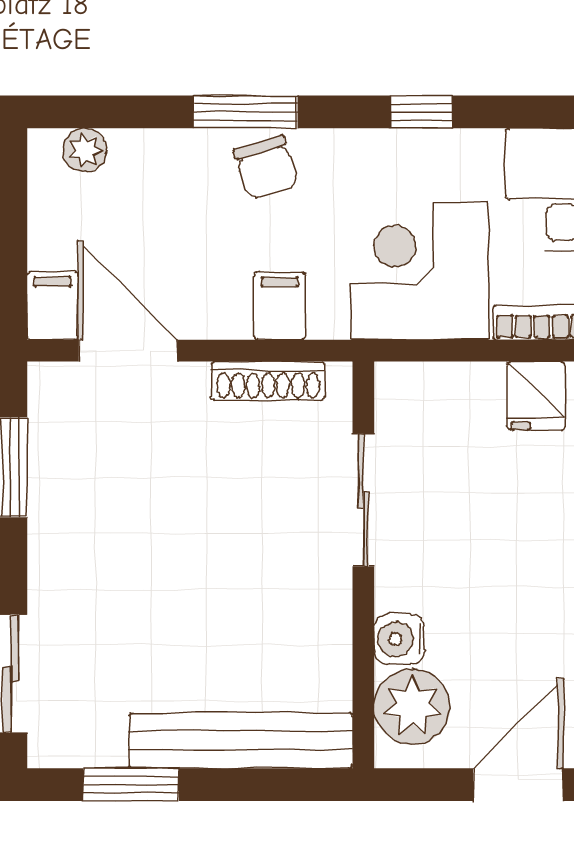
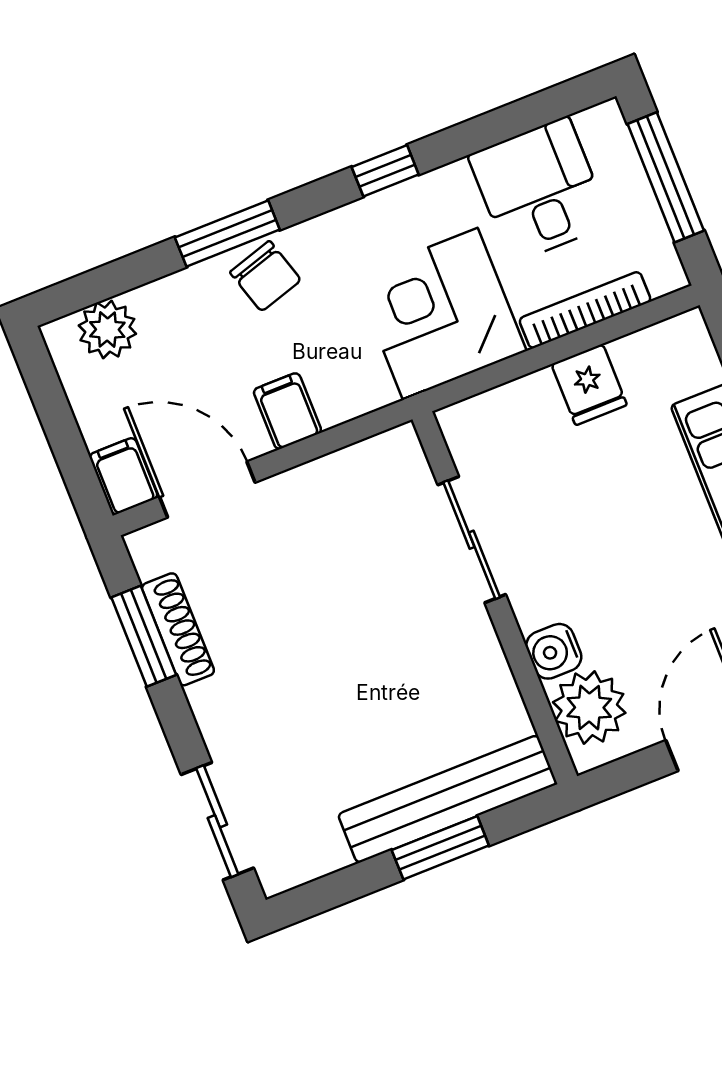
plant: (85, 150) -> (107, 330), width x1.38, depth x1.38
filing cabinet: (280, 306) -> (287, 411), moved
shoe rack: (268, 381) -> (178, 629), moved, turned -90
window: (131, 785) -> (440, 848), moved

